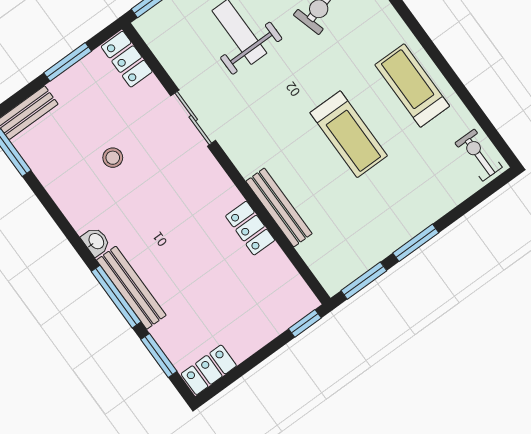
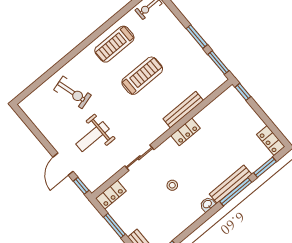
stool: (113, 158) -> (172, 185), moved
locker: (250, 228) -> (185, 132), moved

